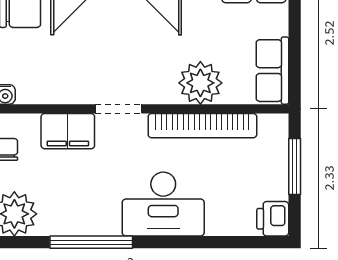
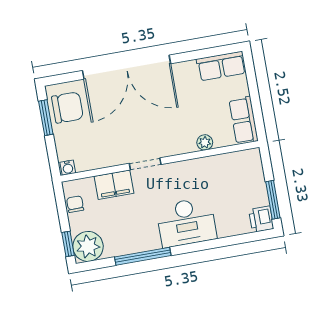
plant: (200, 83) -> (205, 142), width x0.53, depth x0.53
bookcase: (202, 126) -> (203, 165), removed
window: (295, 166) -> (273, 200), moved

